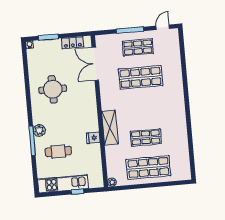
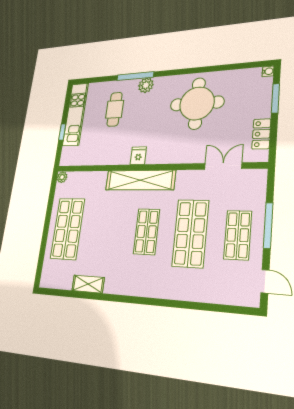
double door: (95, 64) -> (223, 166), width x0.73
round table: (53, 89) -> (197, 103), width x1.36, depth x1.36
shelving: (110, 128) -> (140, 180), width x1.47
shop shelf: (146, 137) -> (147, 232), moved
fridge: (93, 138) -> (138, 156), moved
shelving: (183, 142) -> (88, 284), added

